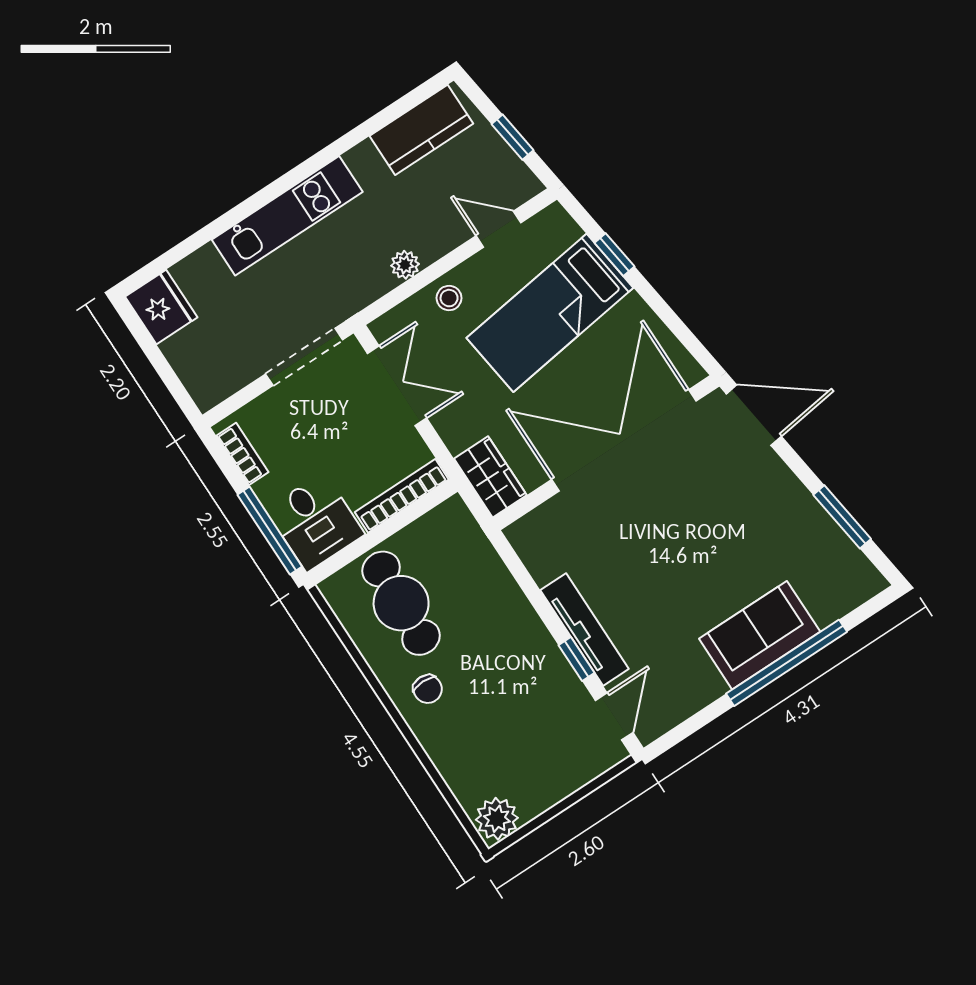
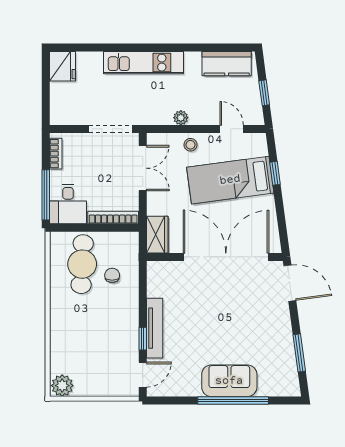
chair: (428, 689) -> (112, 275), moved, turned 180

